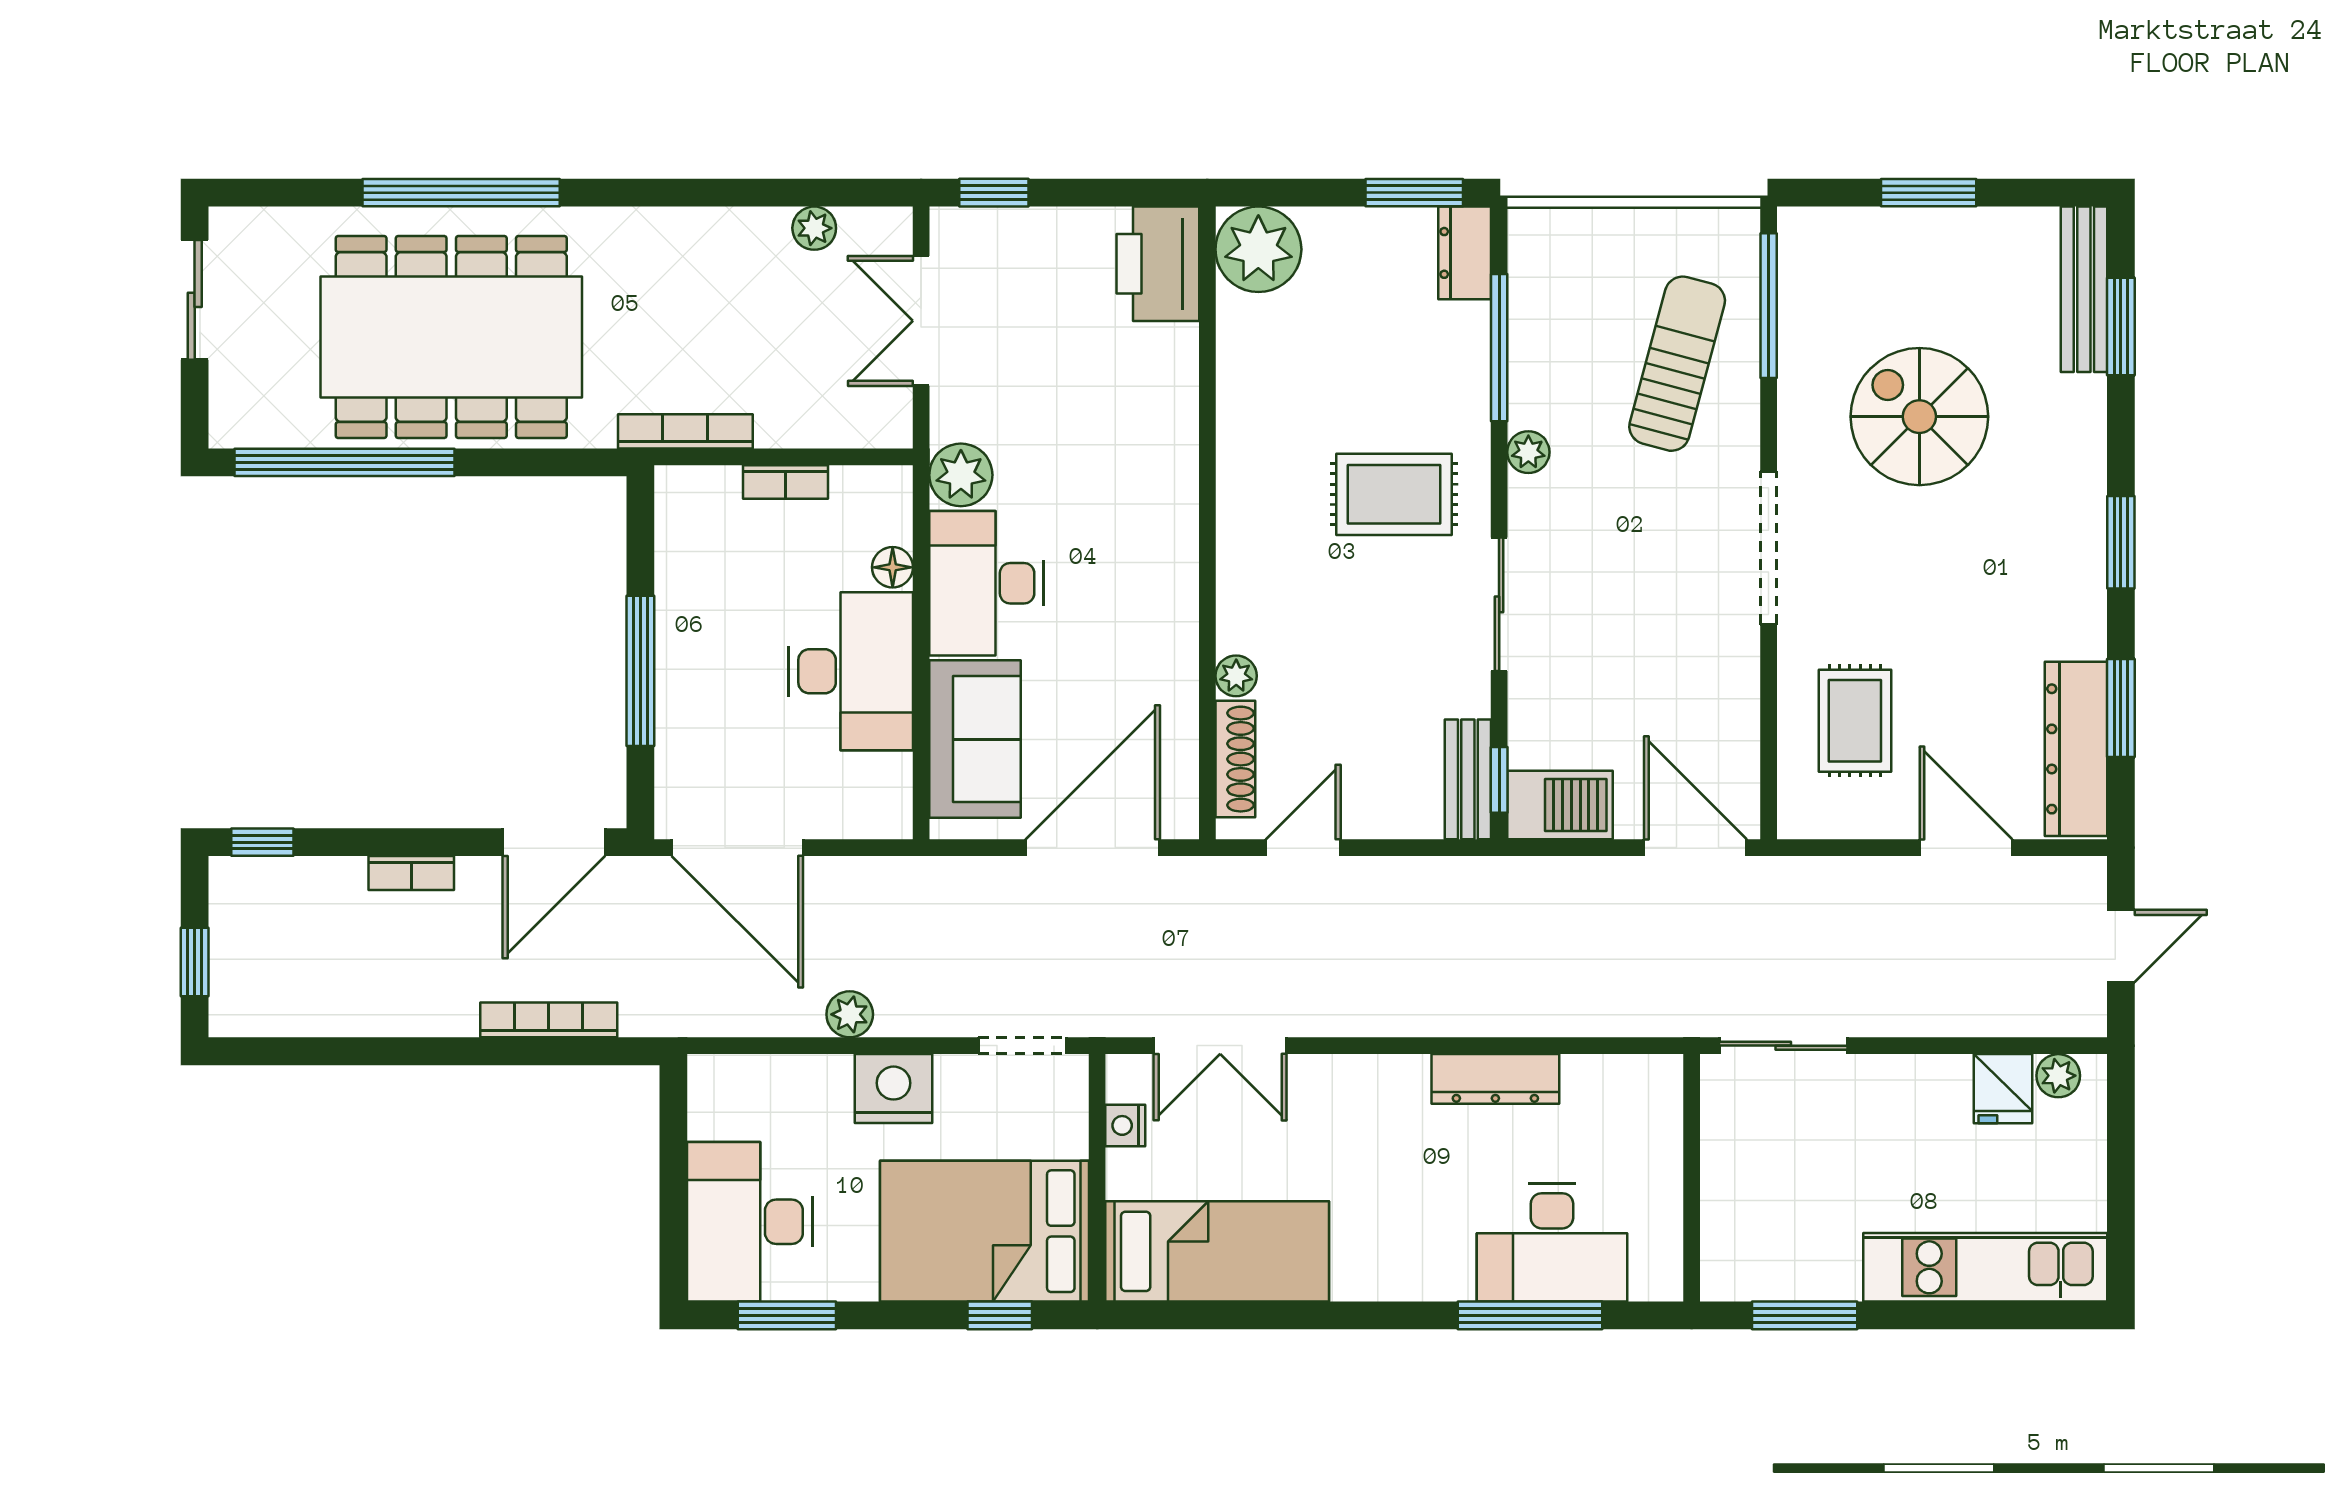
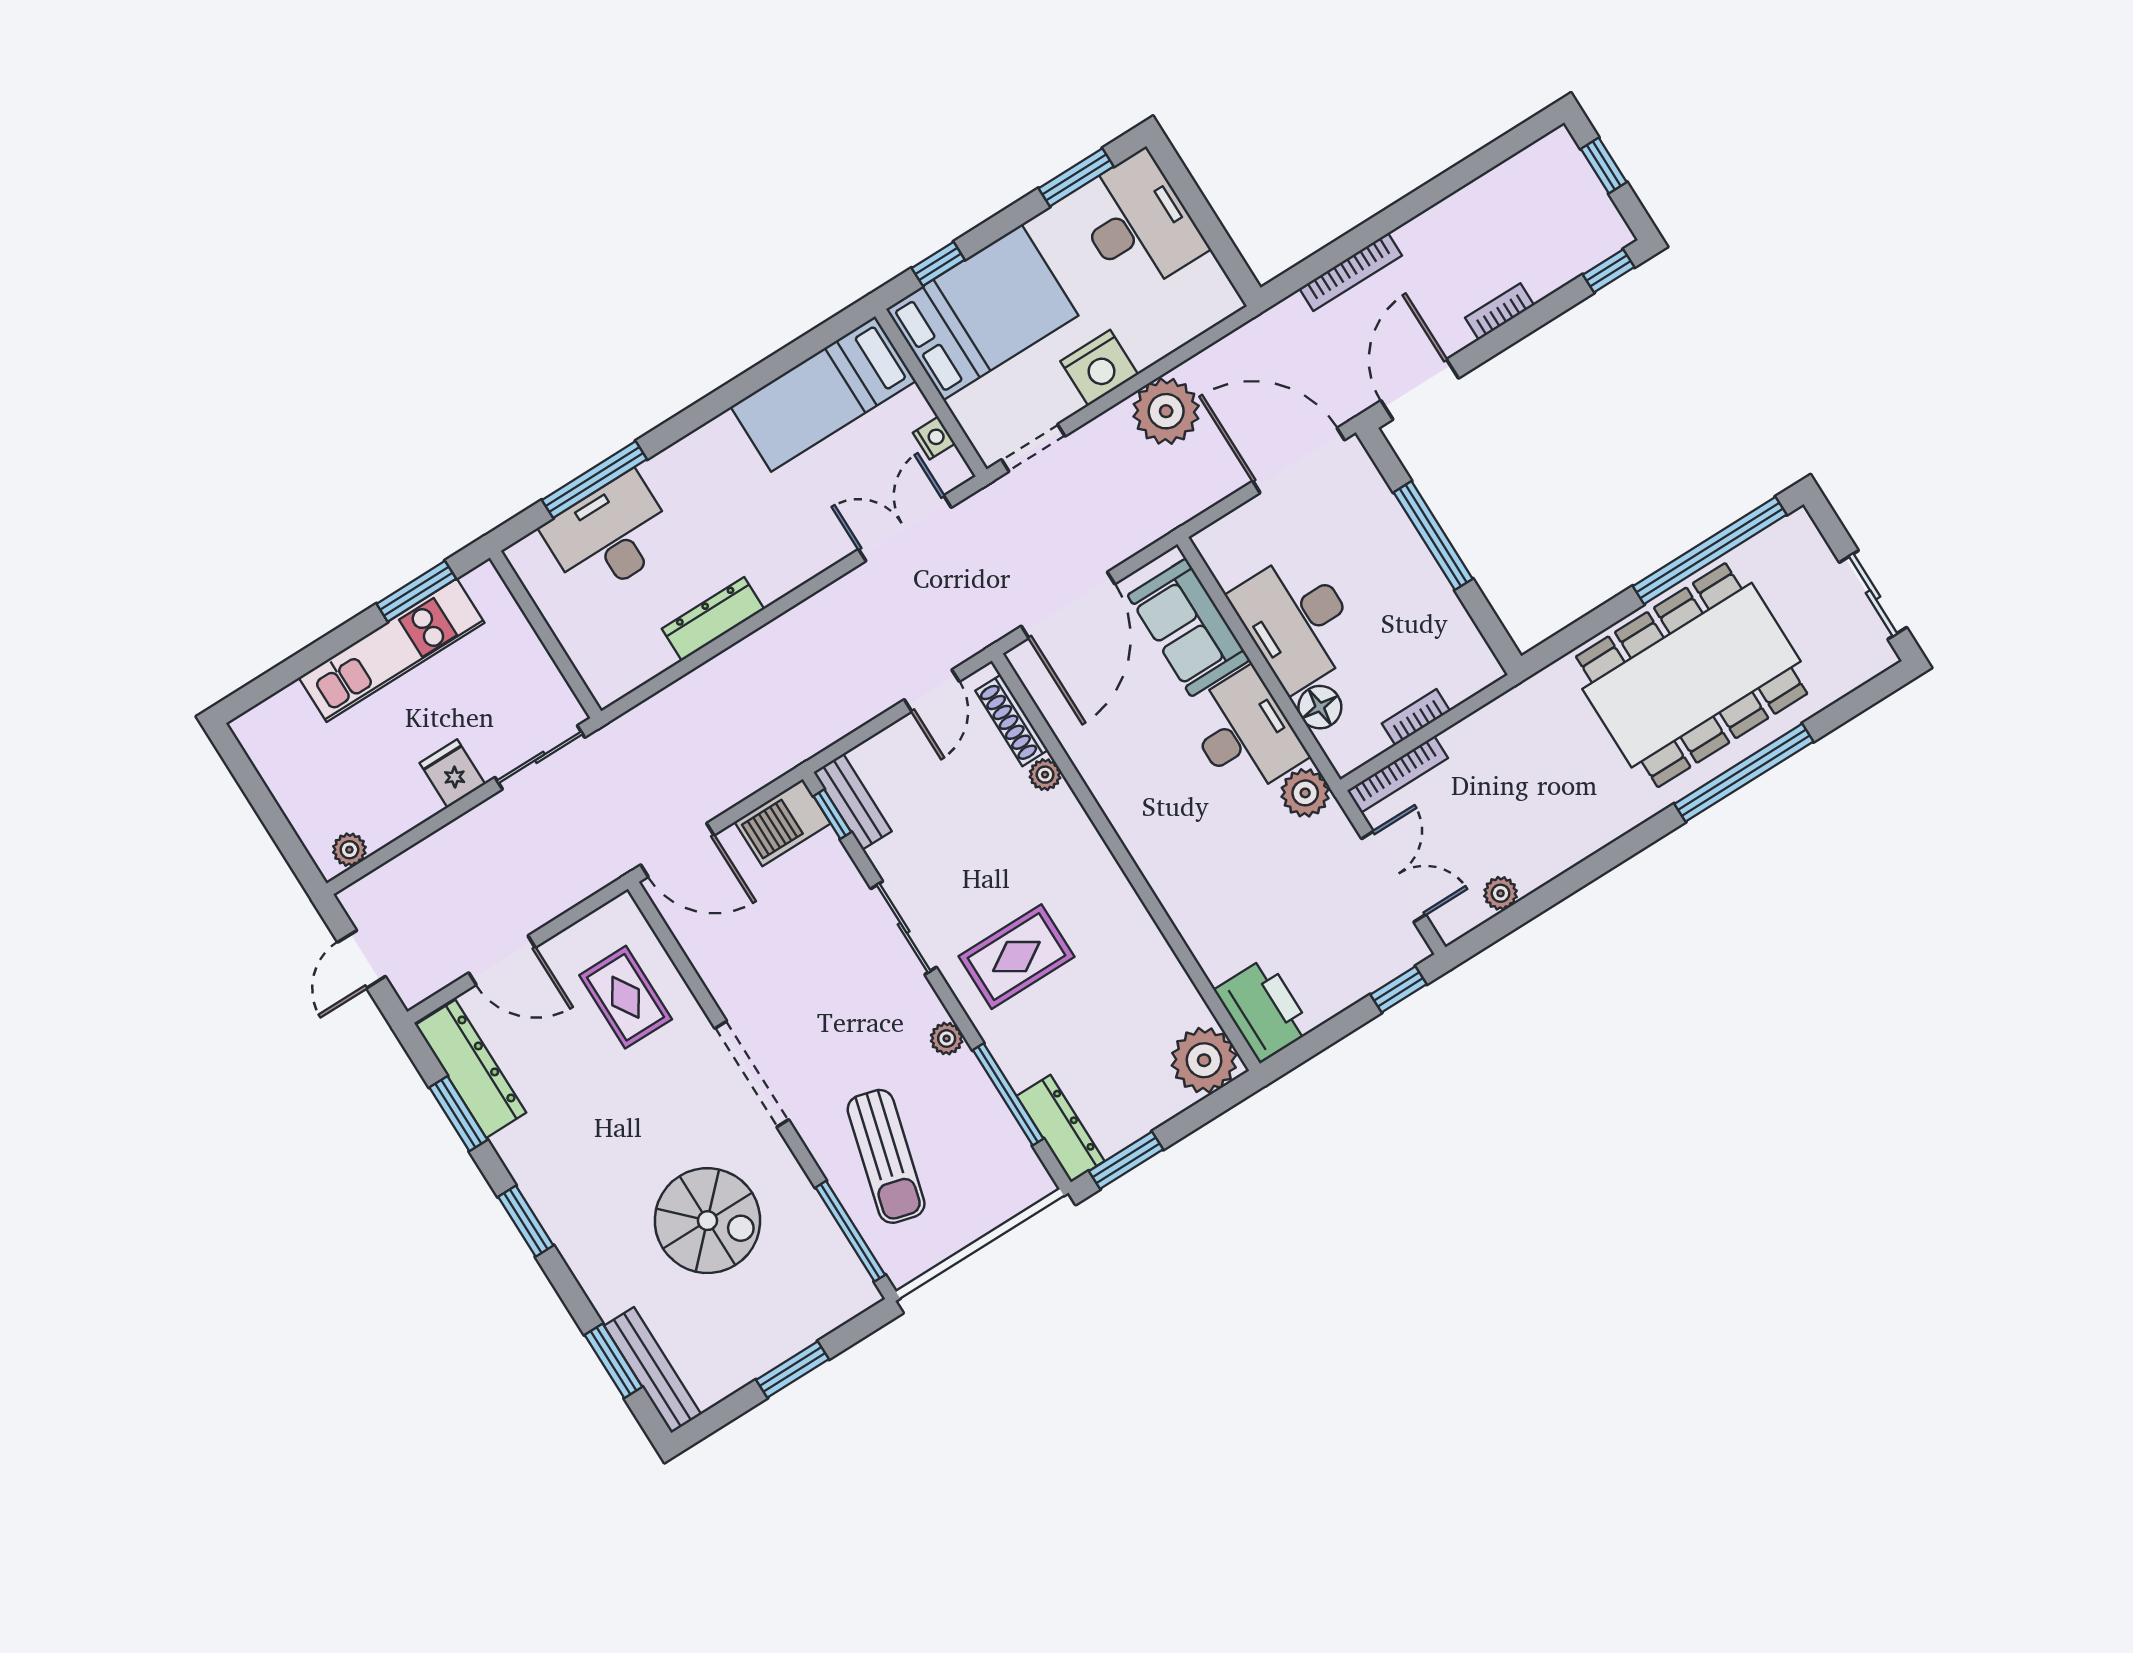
dresser: (1465, 253) -> (1061, 1129), width x1.44
bookcase: (685, 431) -> (1398, 774), moved
floor lamp: (893, 567) -> (1320, 707), width x1.37, depth x1.37
plant: (850, 1014) -> (1166, 411), width x1.88, depth x1.88
fridge: (2003, 1089) -> (452, 773), moved
kitchen unit: (1985, 1267) -> (392, 650), moved

